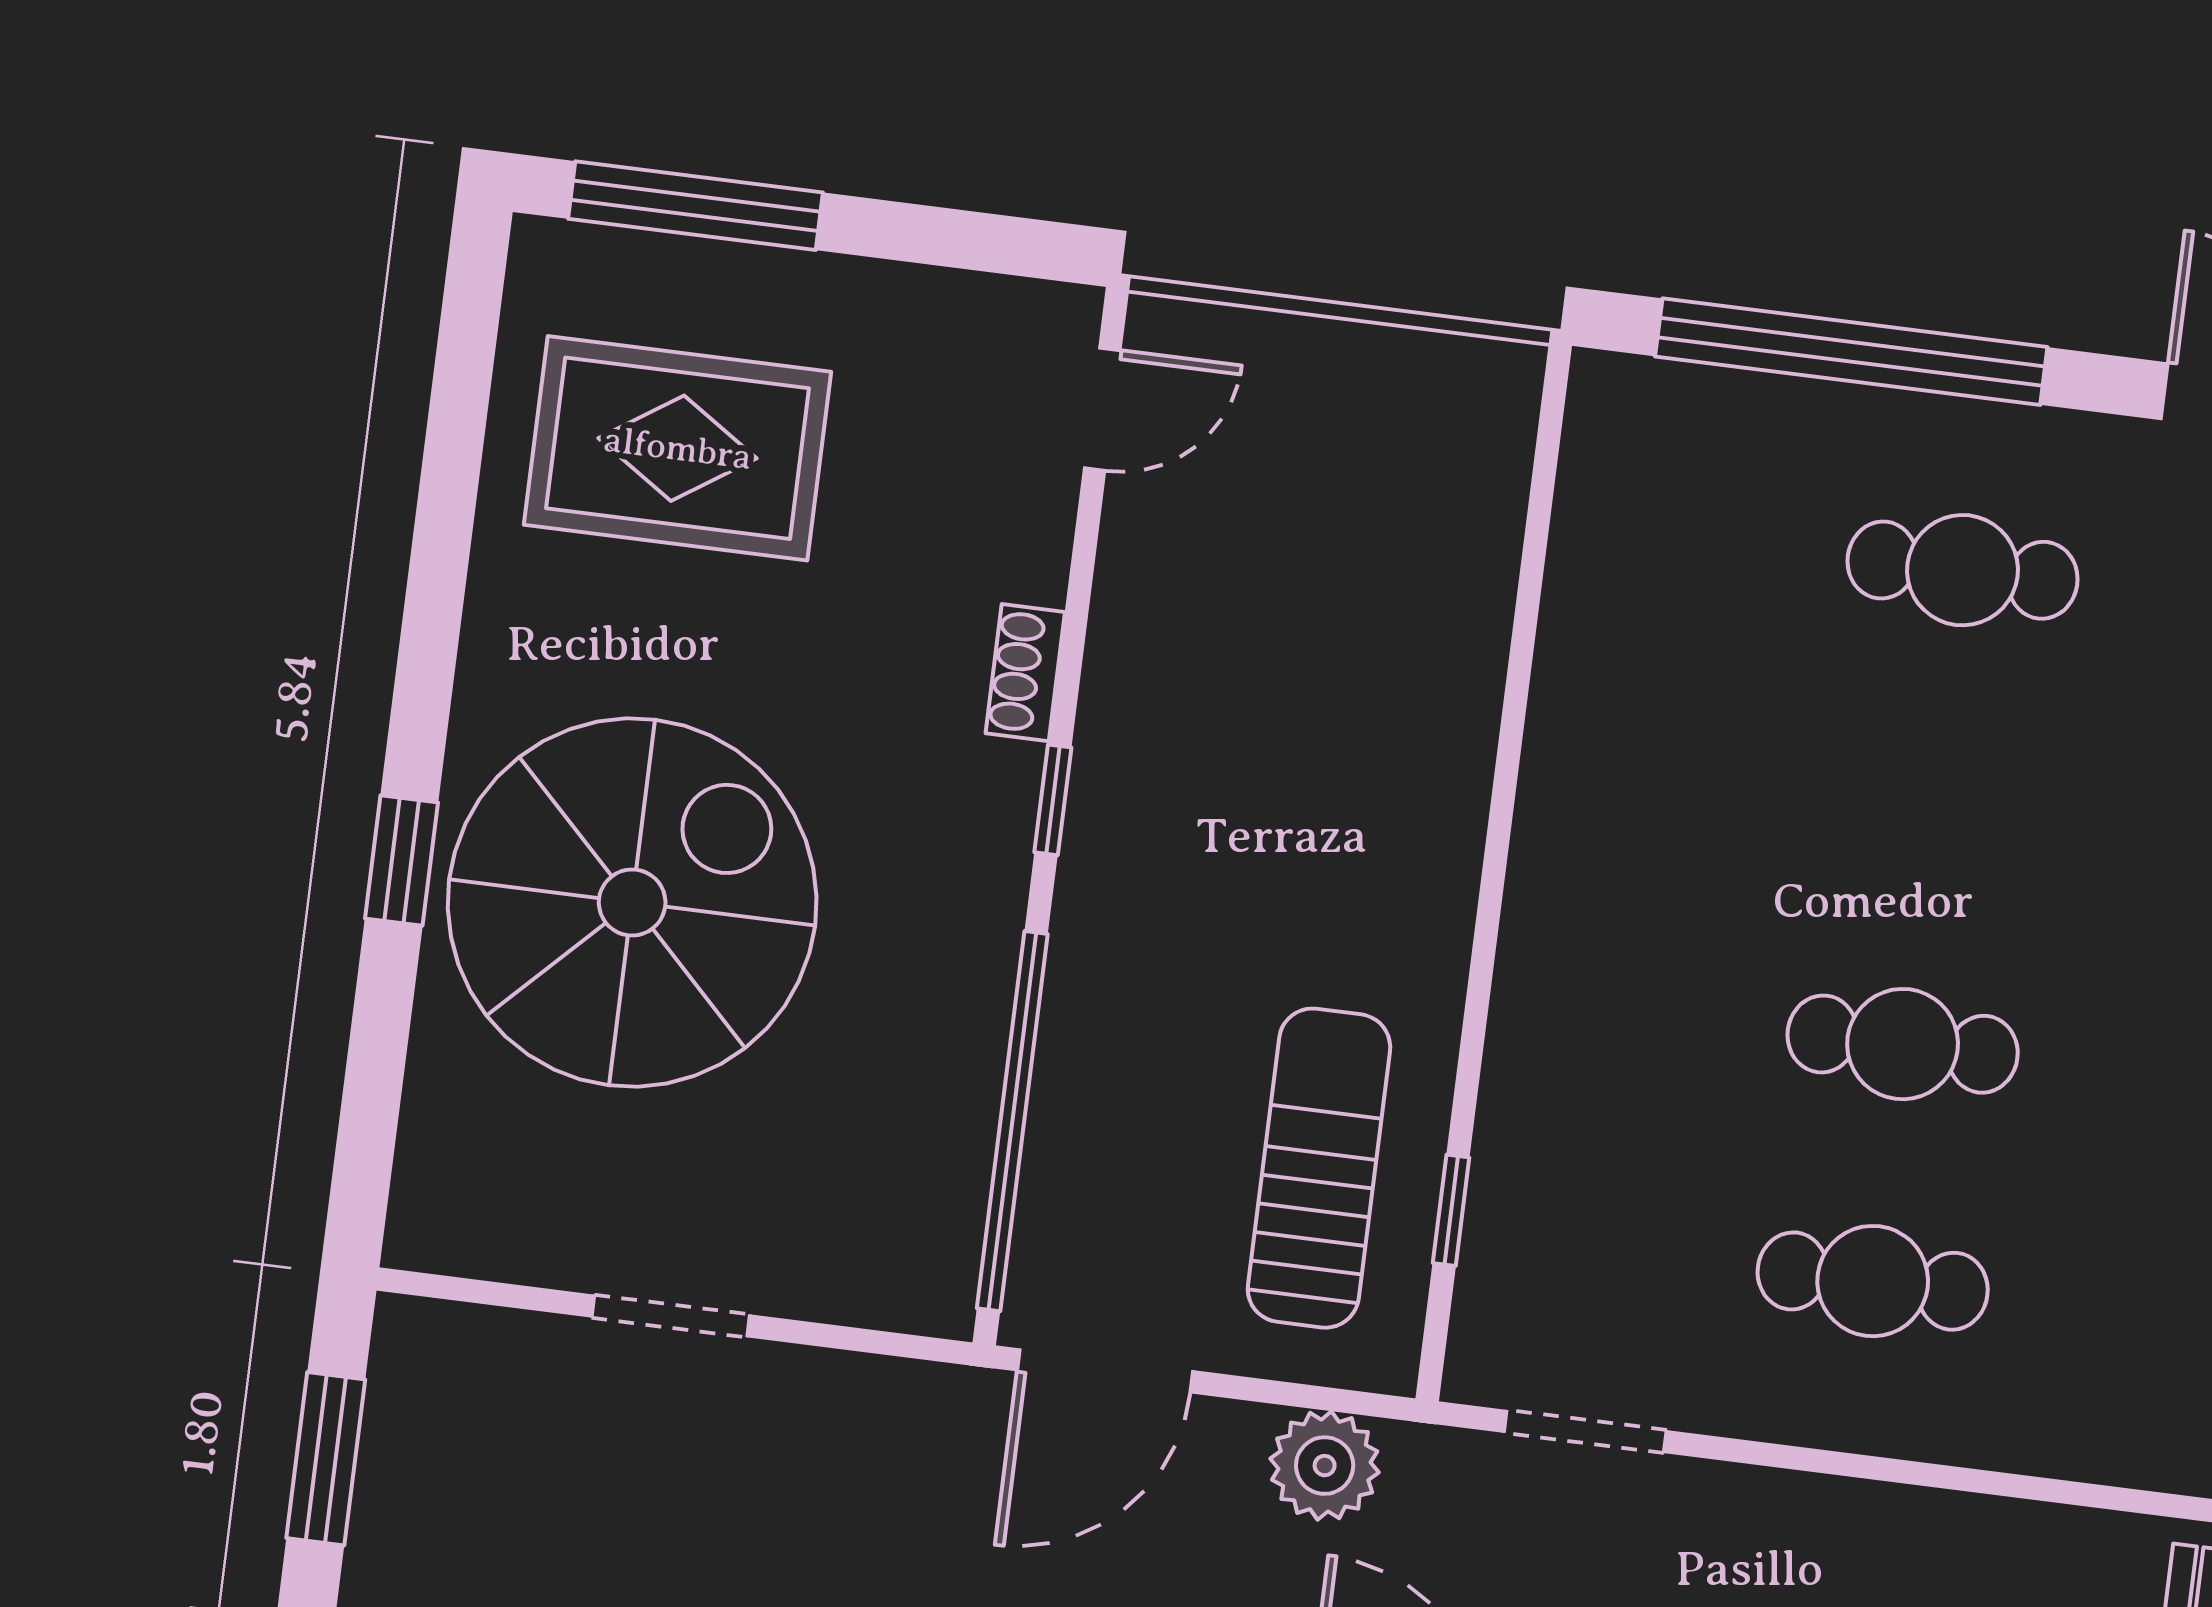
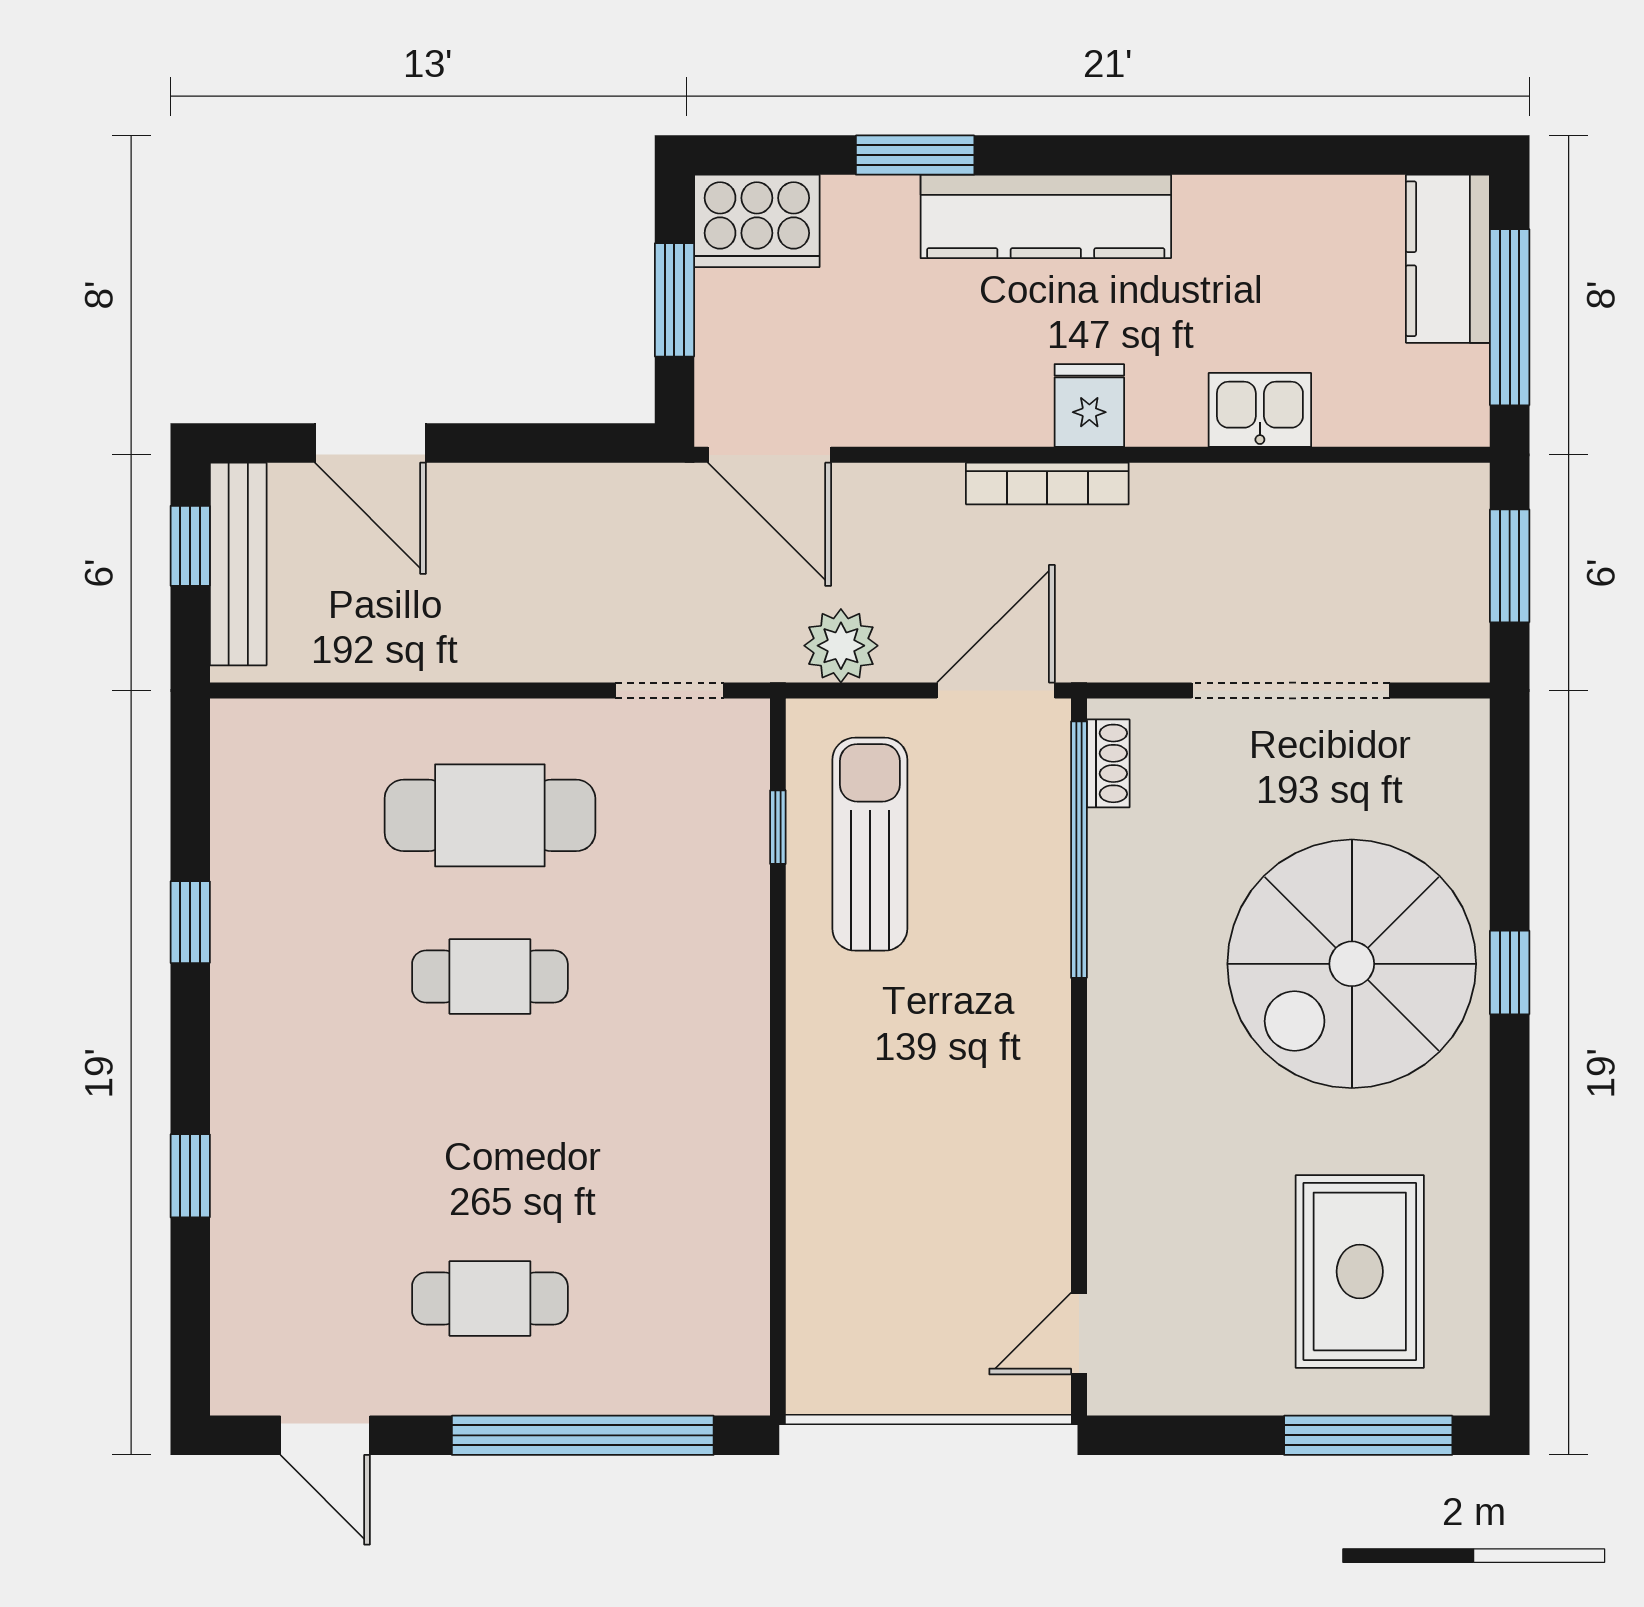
rug: (678, 448) -> (1360, 1271), turned 90
shoe rack: (1025, 673) -> (1108, 763), moved
window: (1053, 800) -> (1079, 1068), removed
sun lounger: (1319, 1168) -> (870, 844), turned 180
cafe table: (1873, 1281) -> (490, 815), width x1.37, depth x1.35
doorway: (671, 1316) -> (1291, 690), width x1.88

